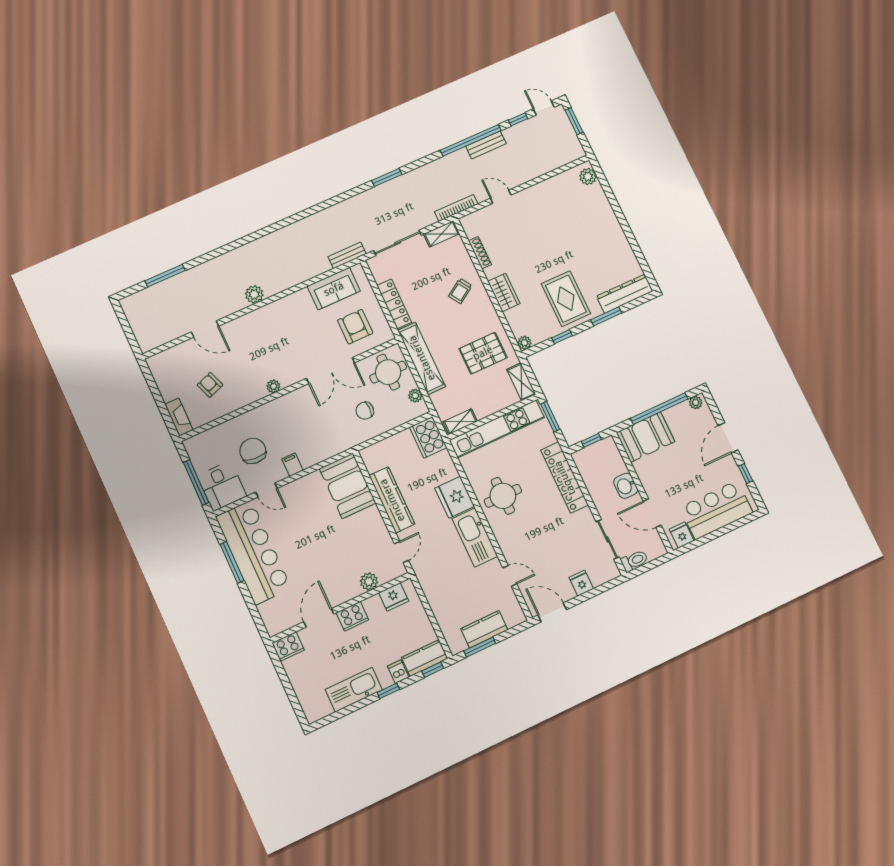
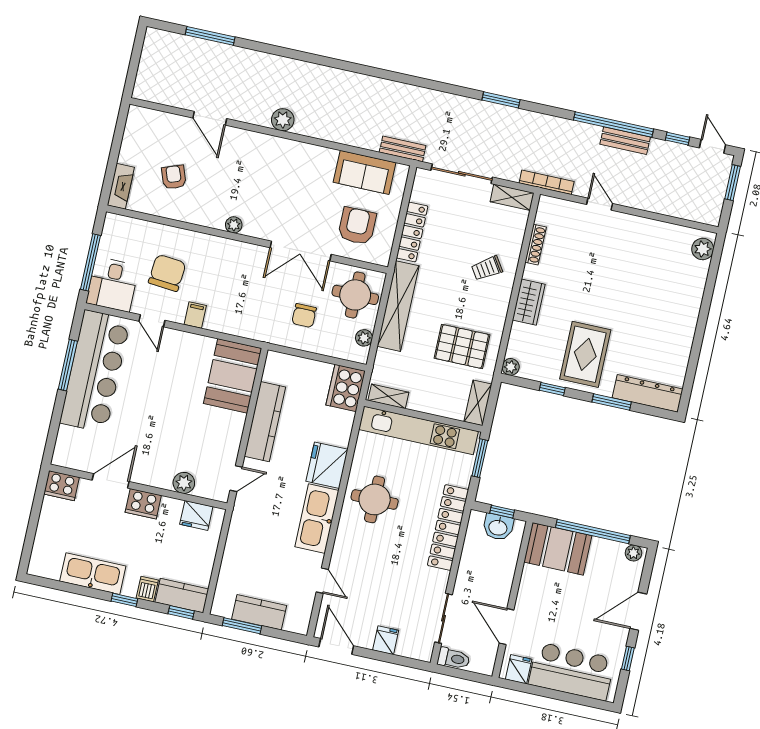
chair: (365, 411) -> (304, 316), turned -90
washbasin: (626, 486) -> (498, 527), moved, turned -90

